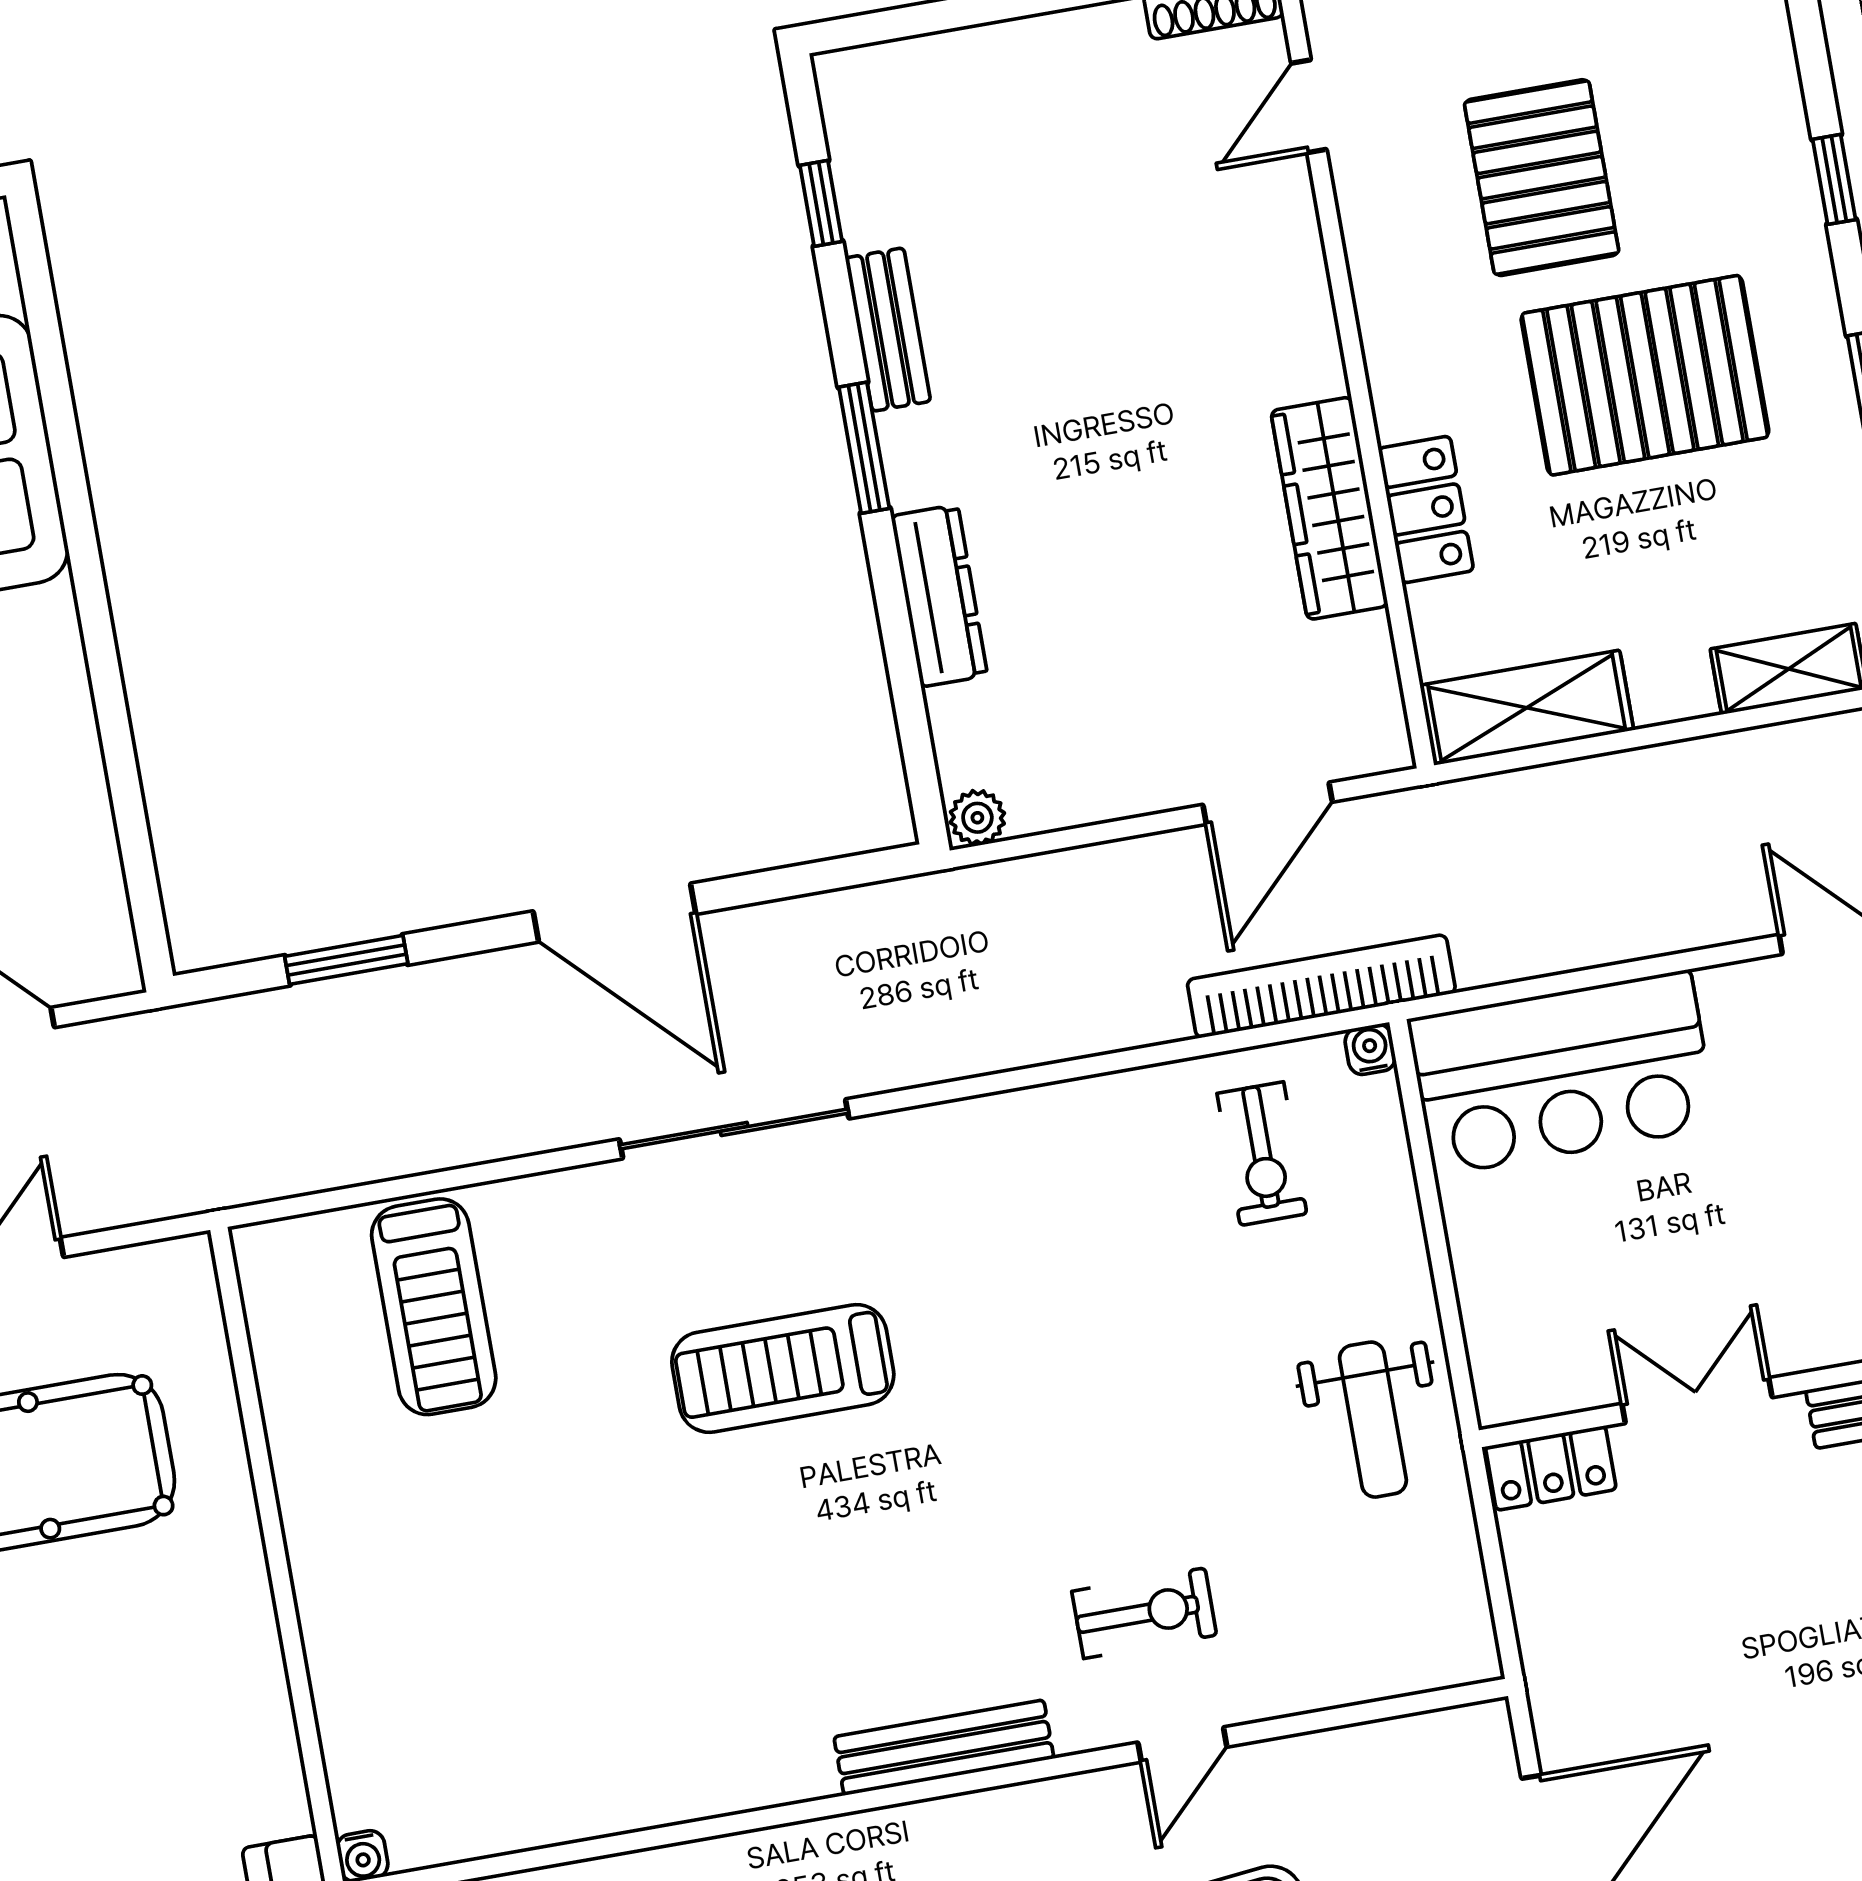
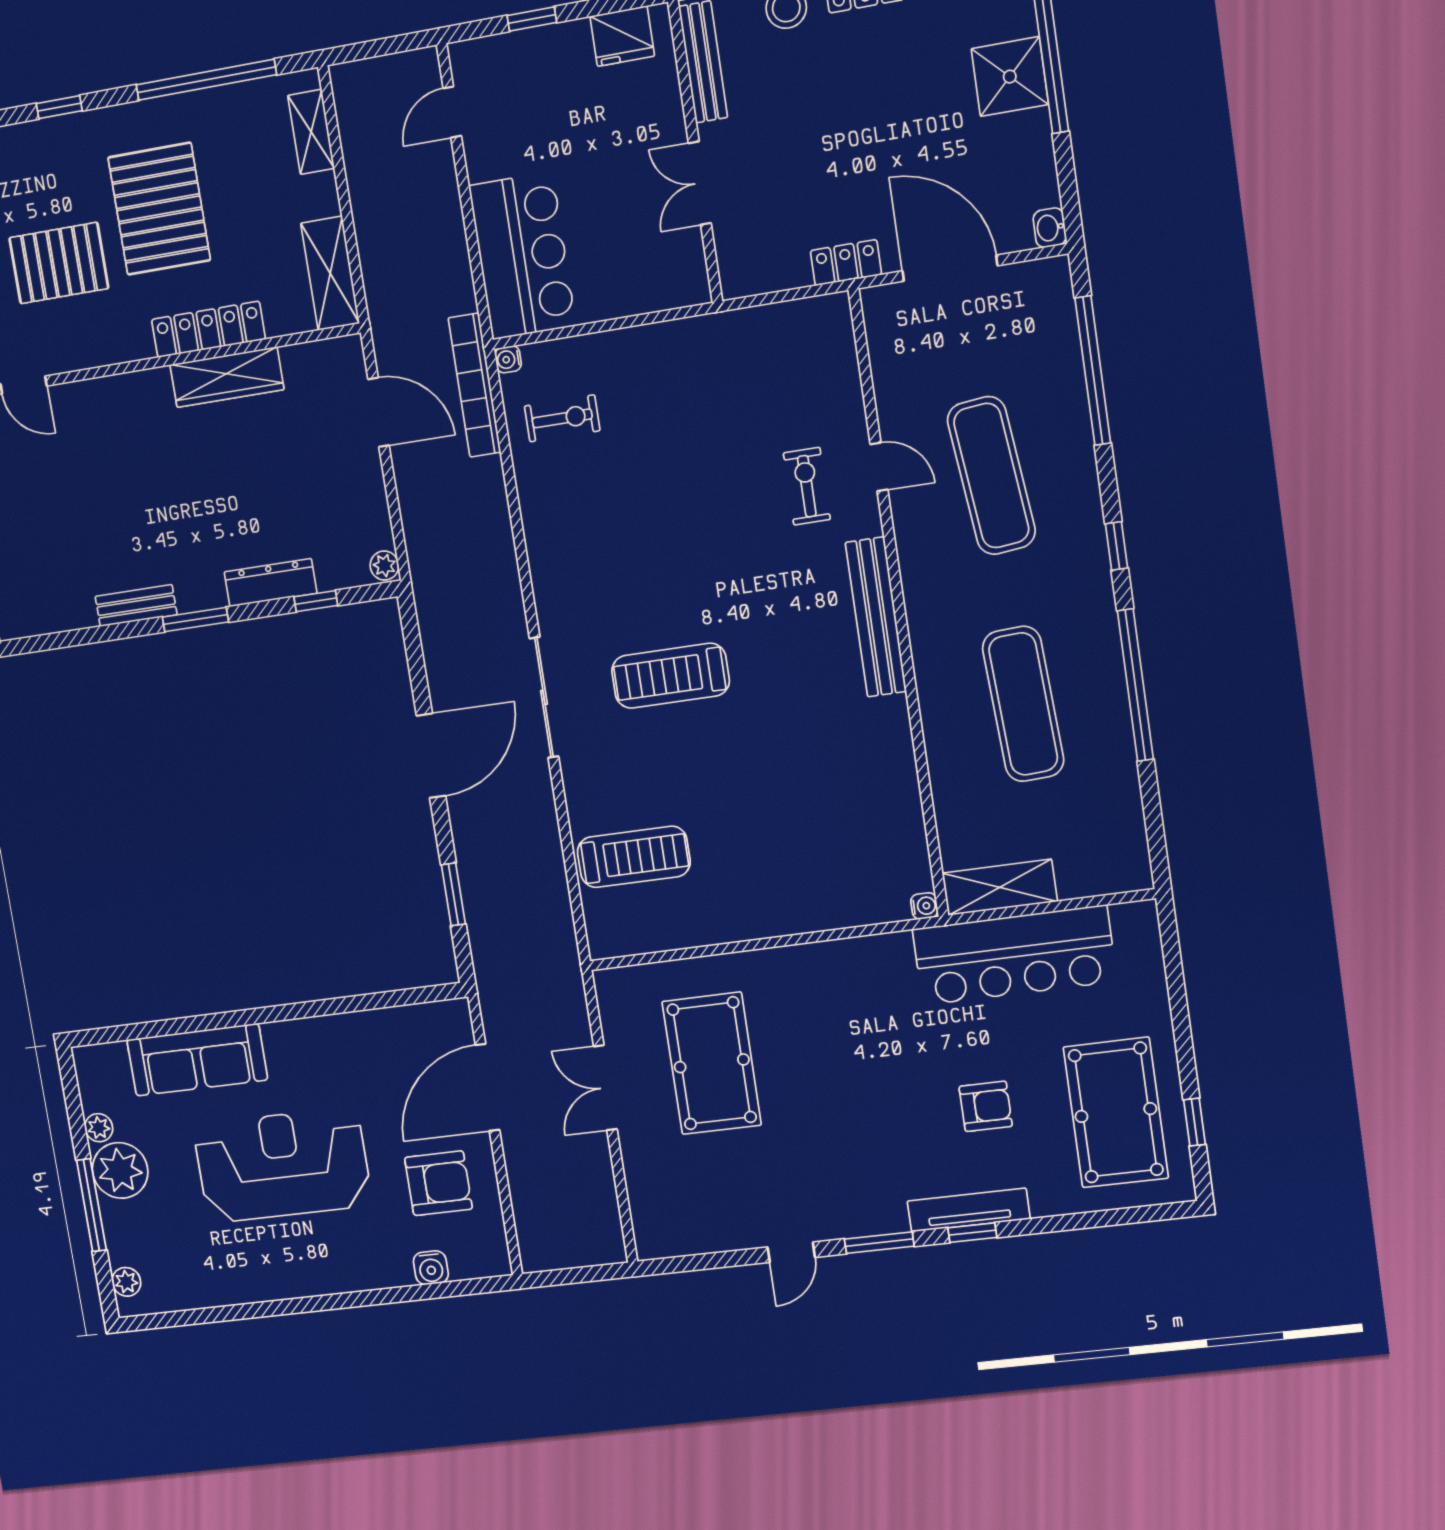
window: (821, 203) -> (316, 601), moved
locker: (1426, 509) -> (208, 329), width x1.53
treadmill: (783, 1368) -> (670, 676), turned 90
weight bench: (1373, 1420) -> (706, 361), removed
locker: (1551, 1468) -> (846, 263), moved, turned -90
bench: (944, 1748) -> (876, 617), width x1.37, depth x1.21

